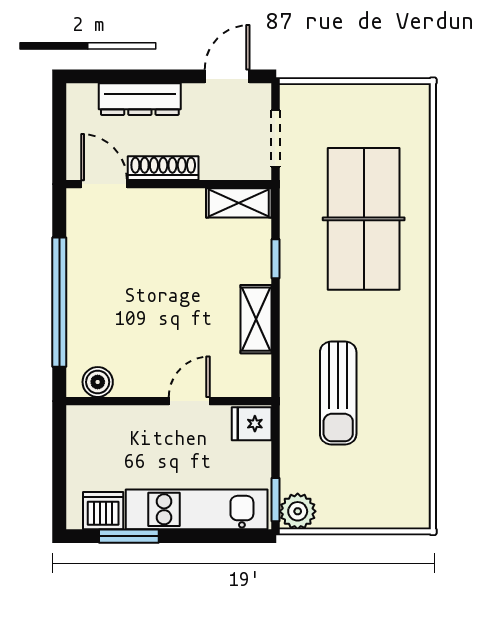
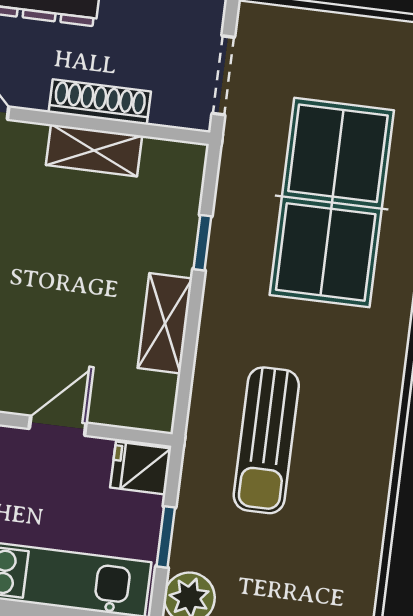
shoe rack: (163, 168) -> (100, 102), moved
shelving: (239, 203) -> (94, 150), moved
window: (276, 500) -> (166, 537), moved

